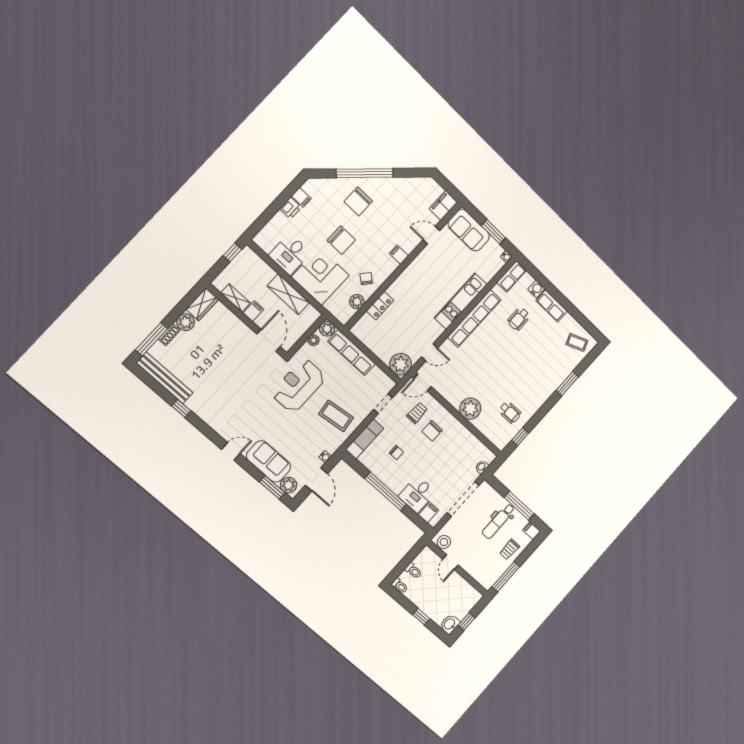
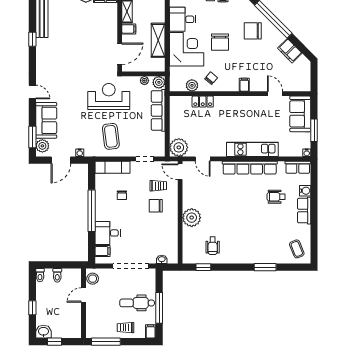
filing cabinet: (443, 205) -> (290, 51), moved, turned -135

